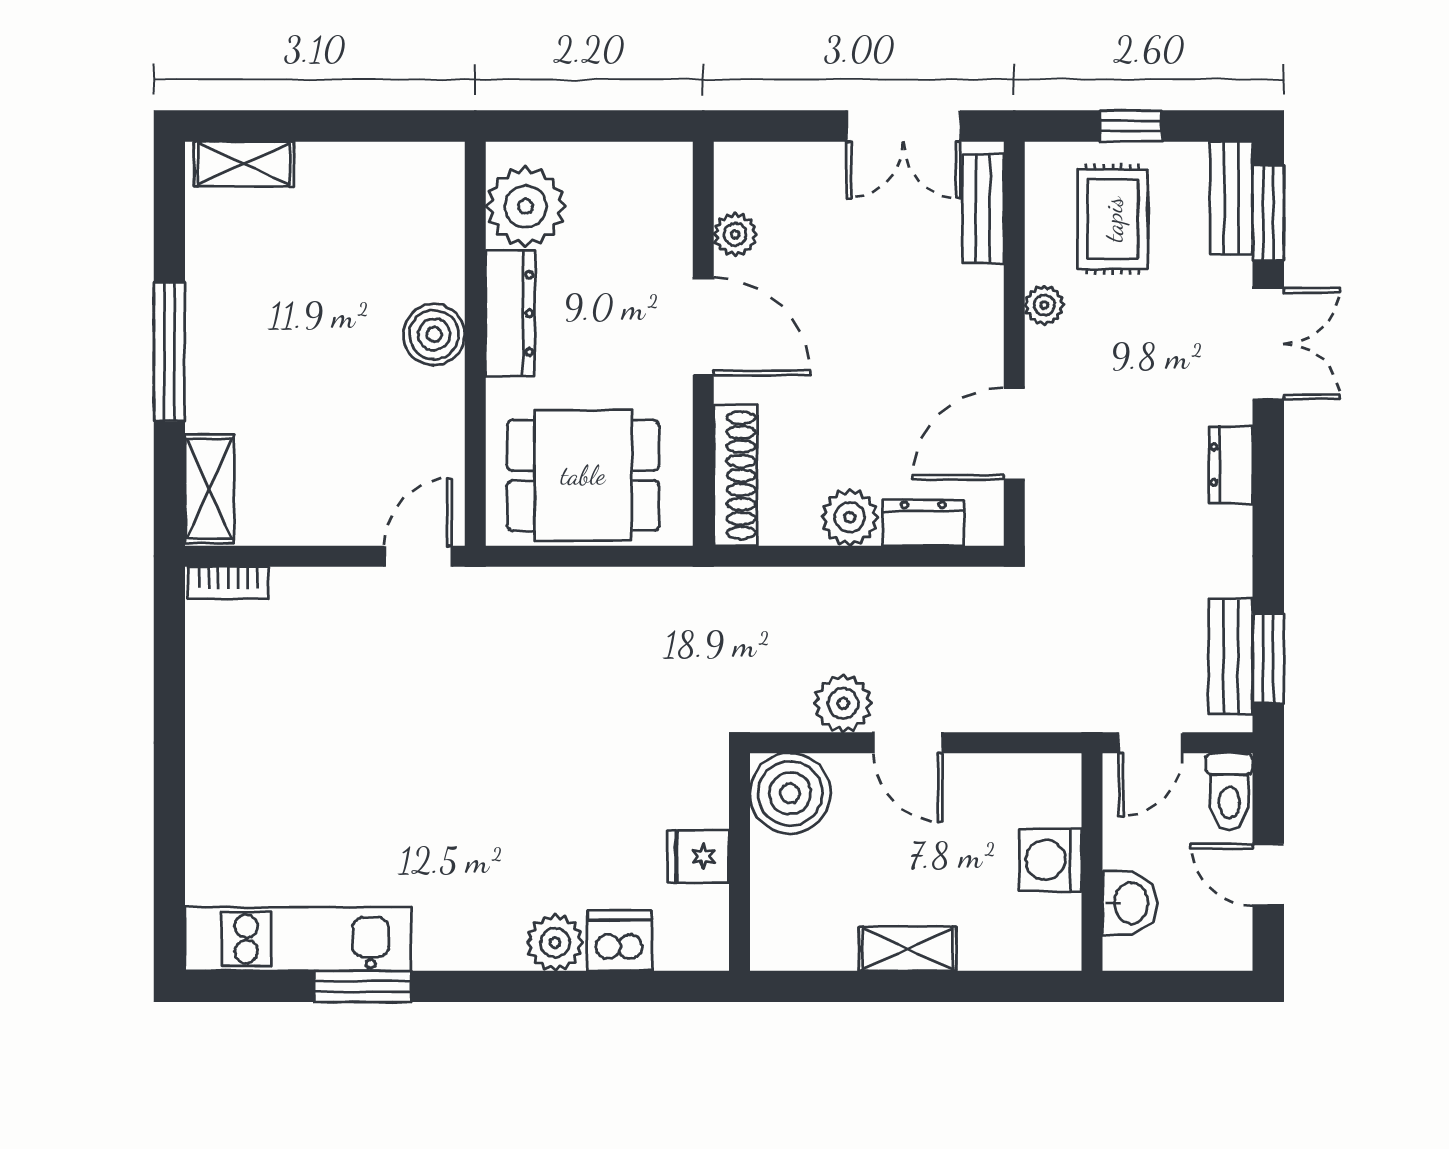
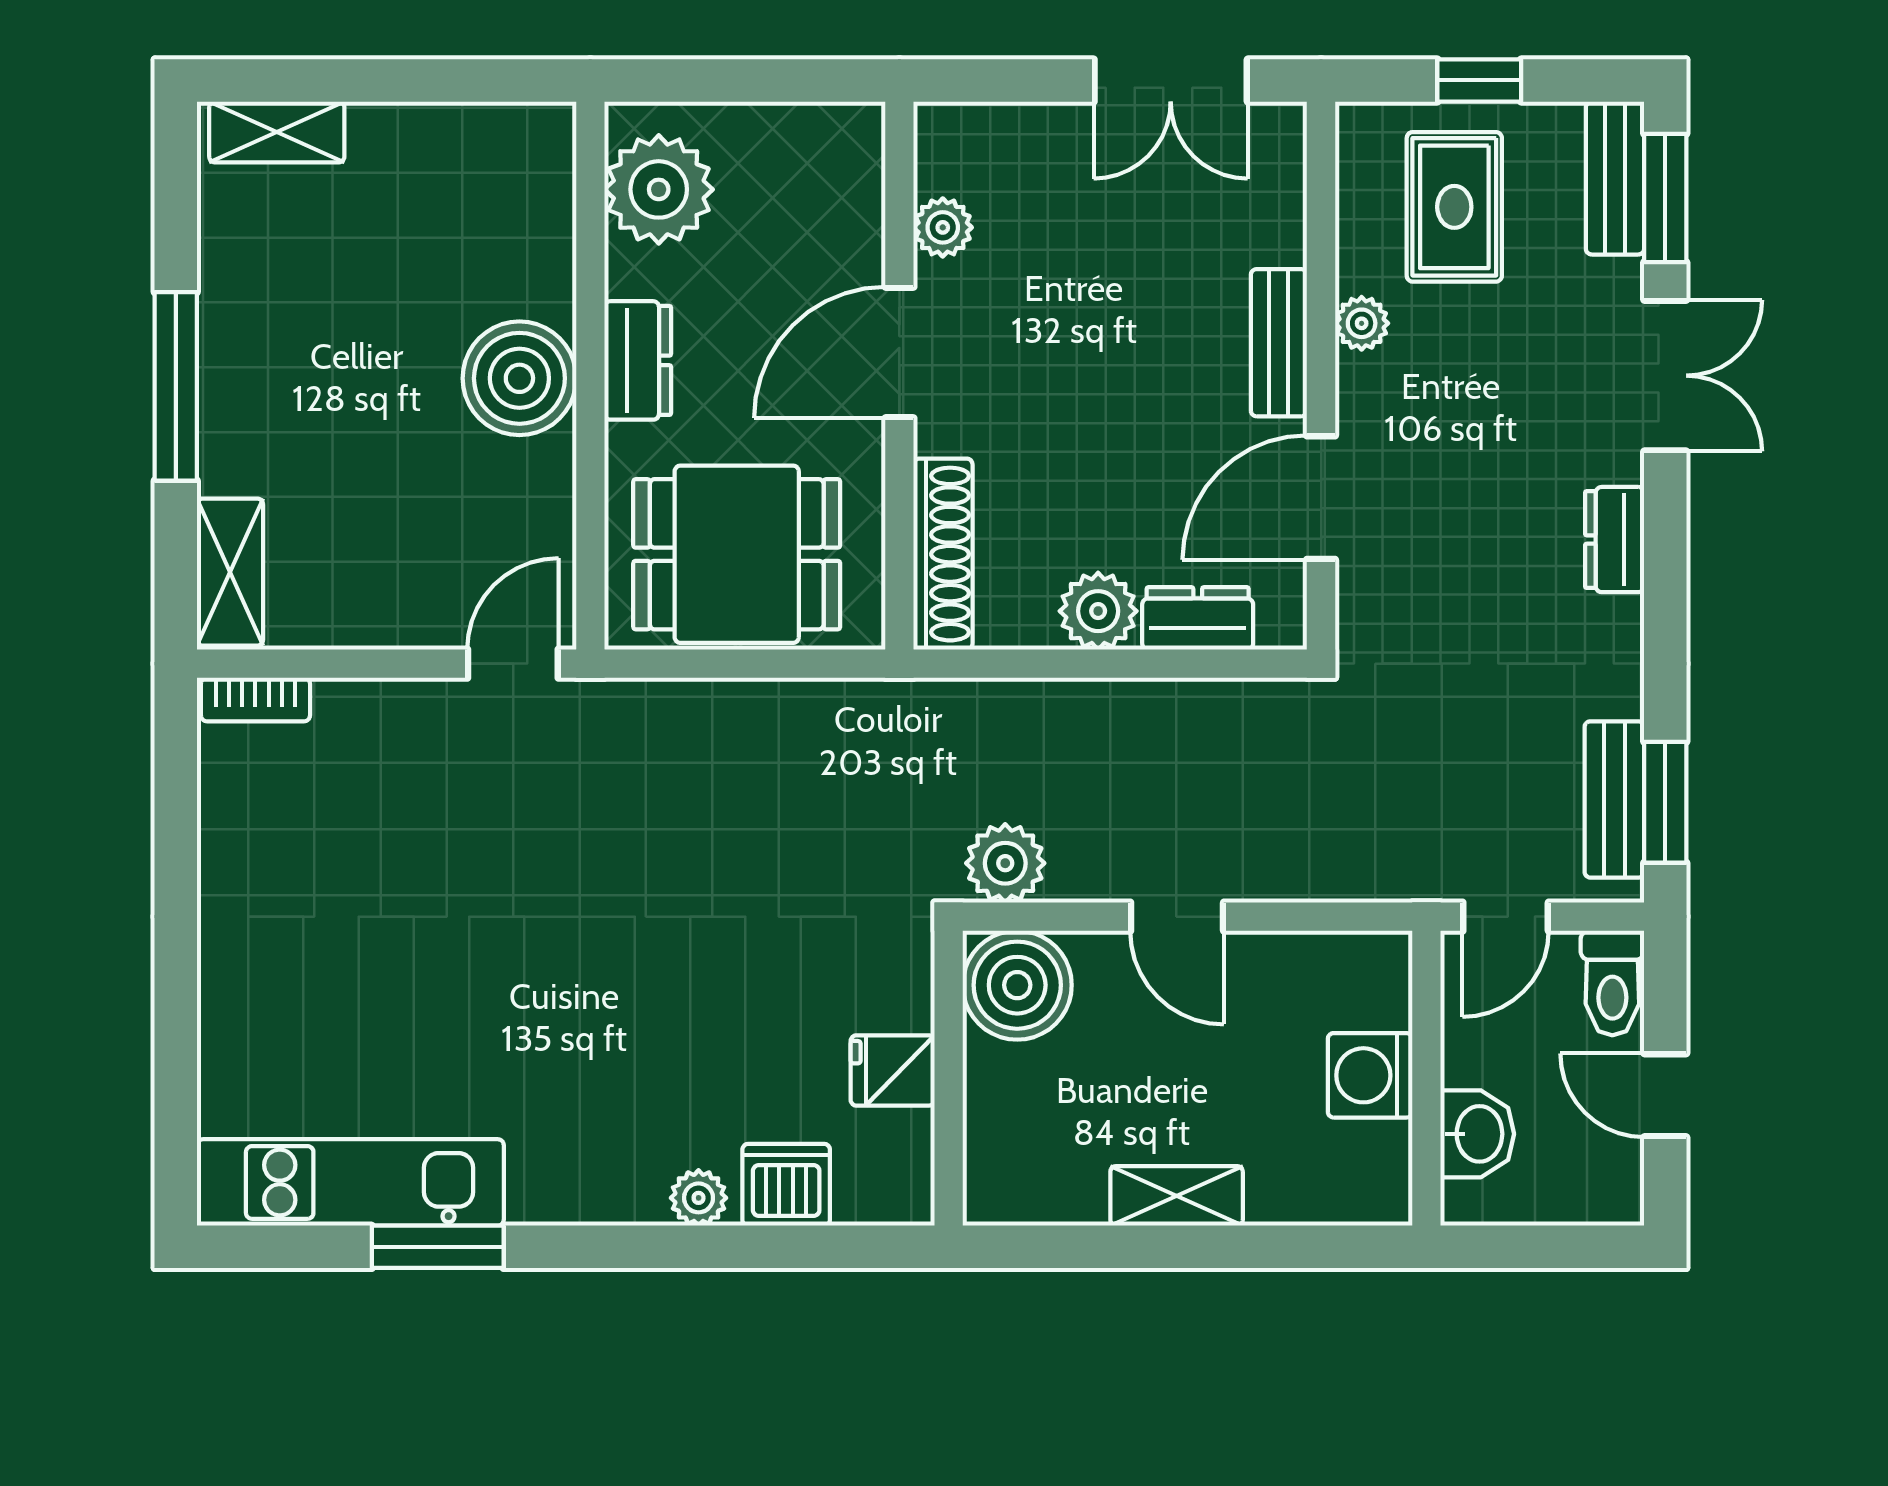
bench: (983, 208) -> (1279, 343), moved
dresser: (510, 313) -> (638, 360), width x0.70
door: (703, 327) -> (899, 352), swing flipped
boiler: (434, 334) -> (519, 378), width x1.37, depth x1.37
plant: (843, 703) -> (1005, 863), moved
plant: (555, 943) -> (699, 1198), width x0.73, depth x0.73

